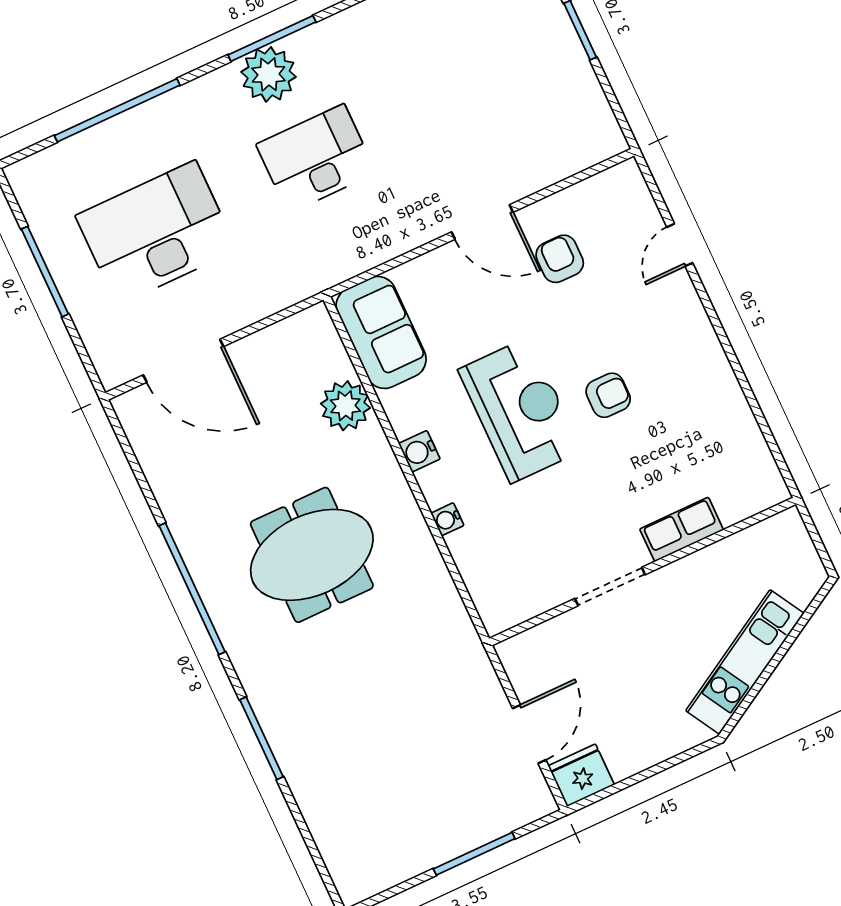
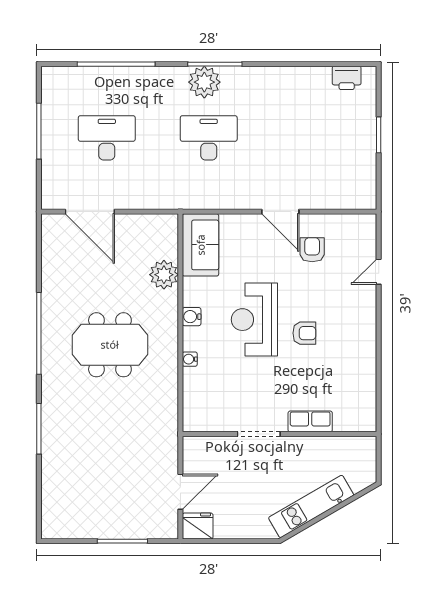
desk: (156, 233) -> (107, 138), width x0.73, depth x0.77
reception desk: (520, 410) -> (254, 320), turned 180

